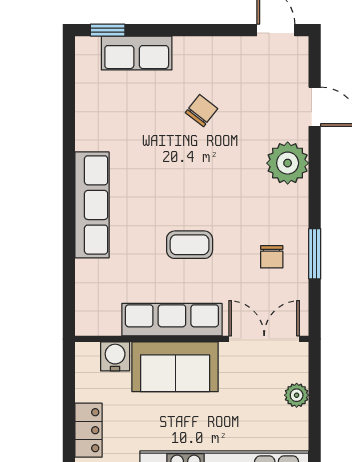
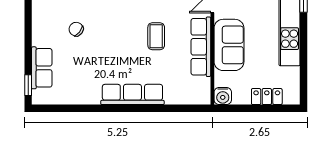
water cooler: (115, 356) -> (223, 96), moved, turned -90

